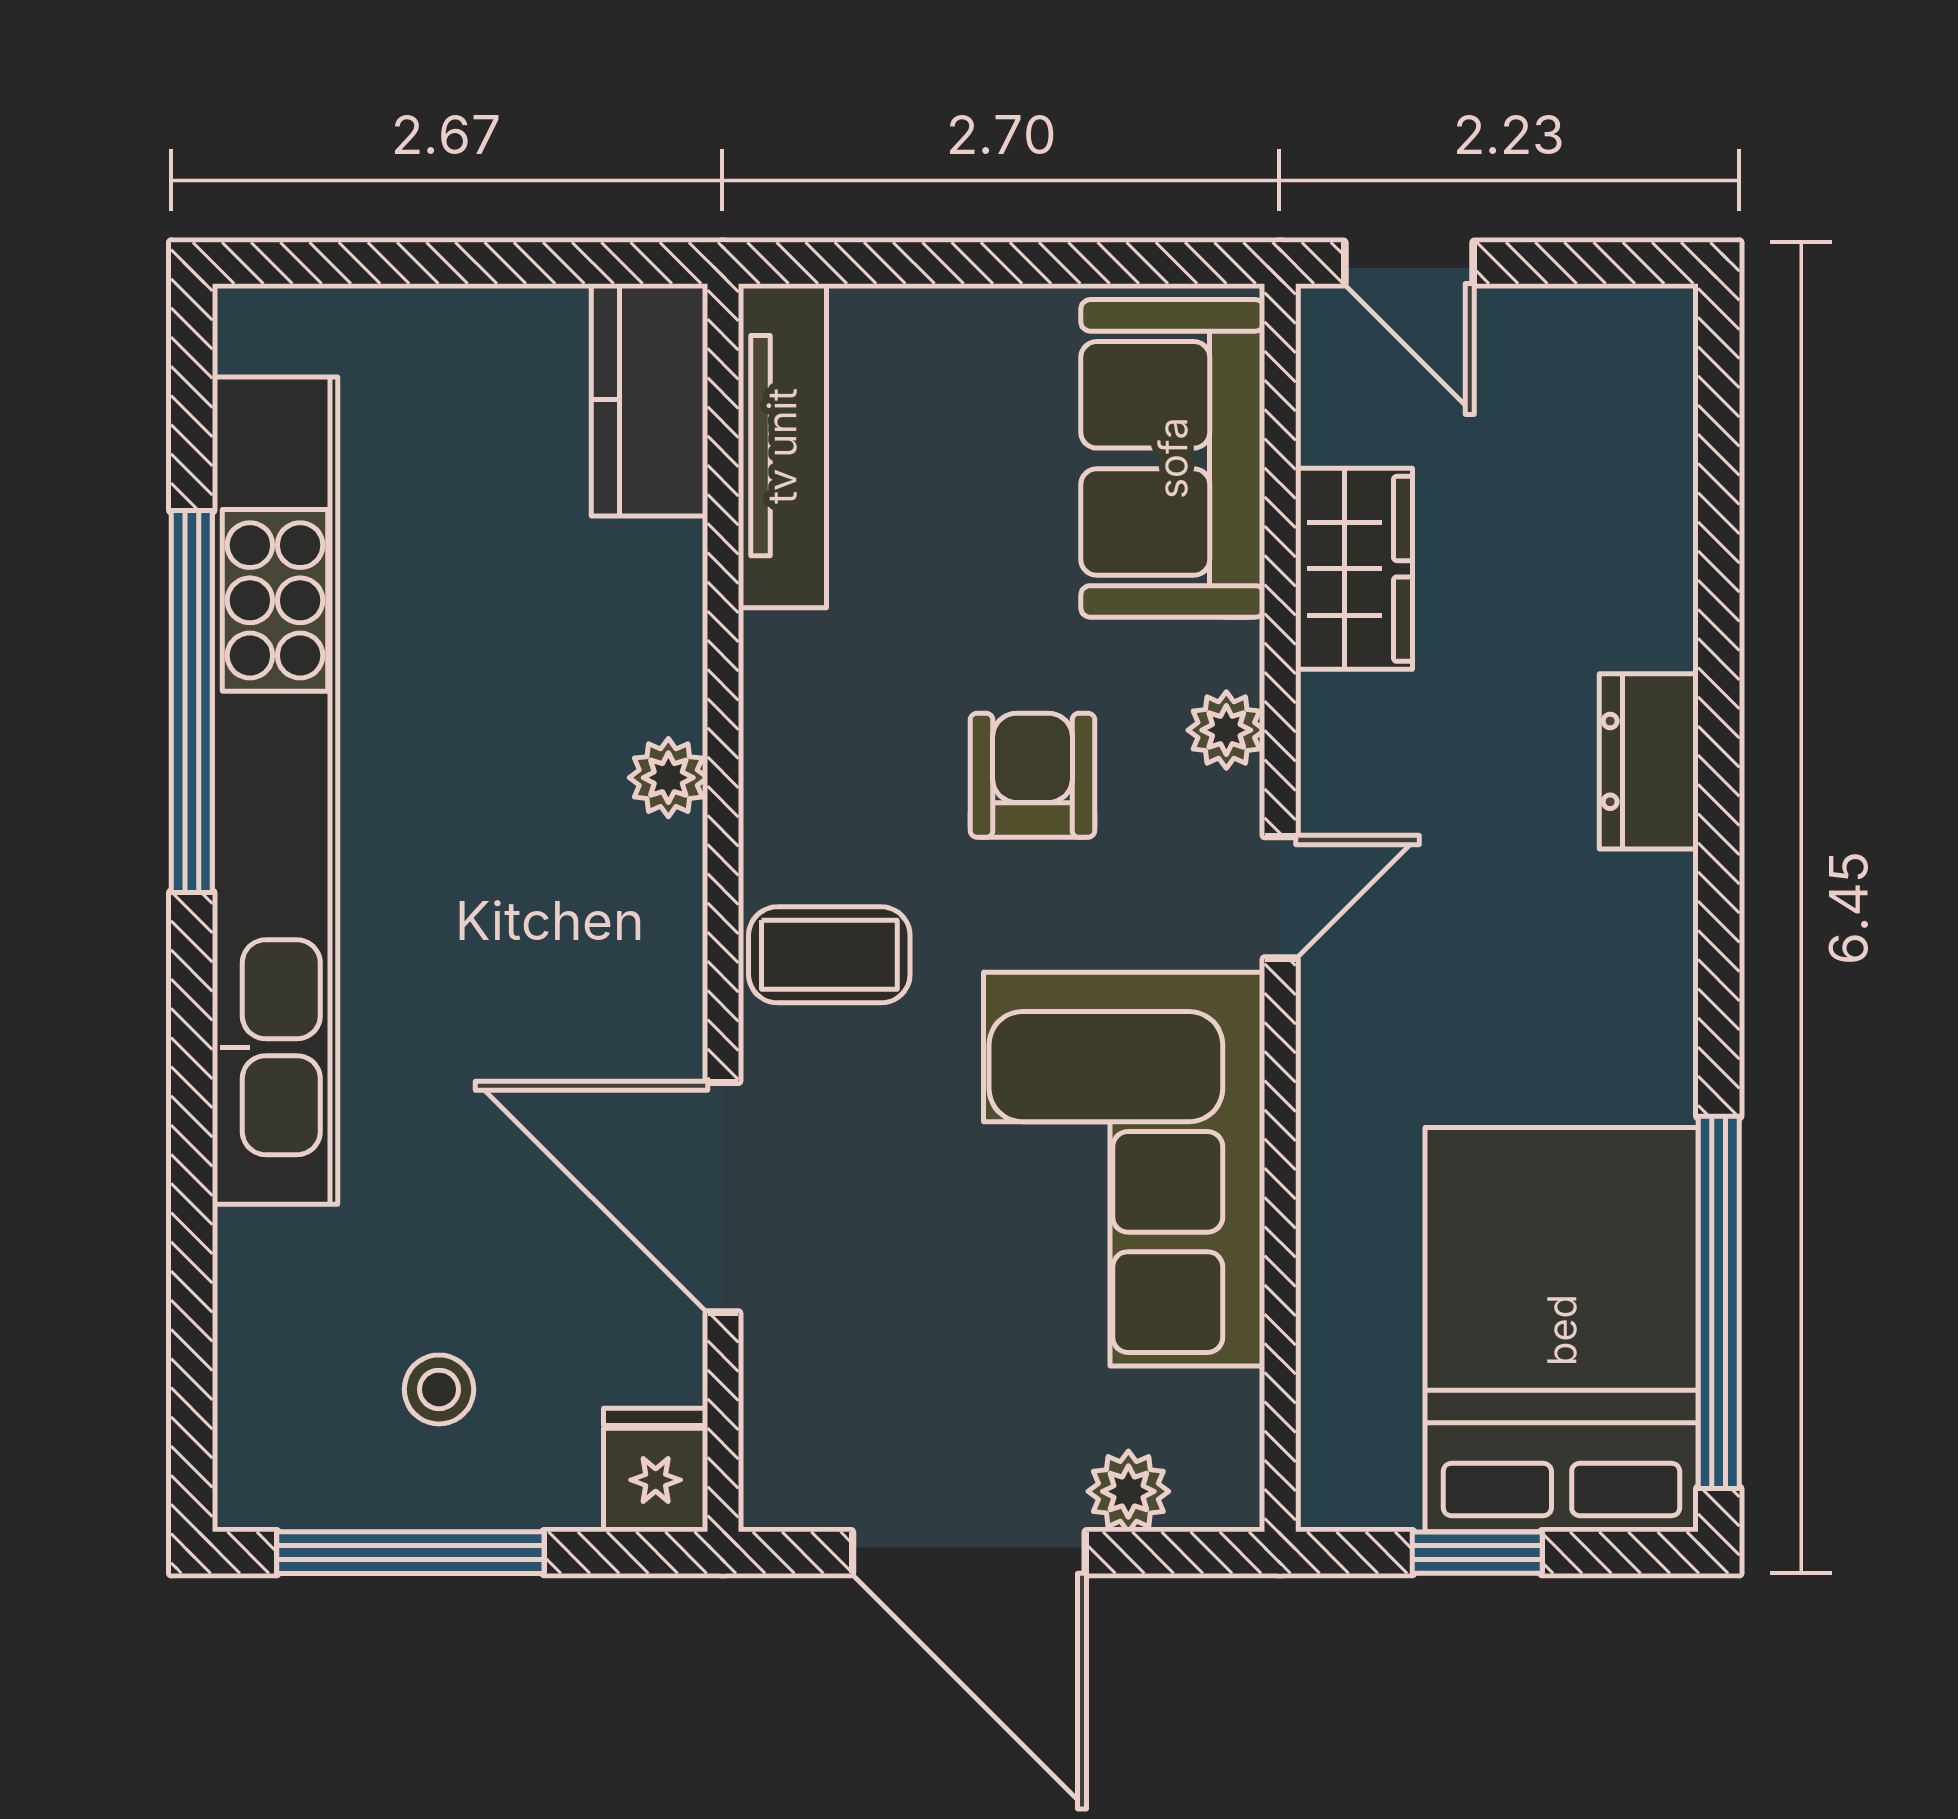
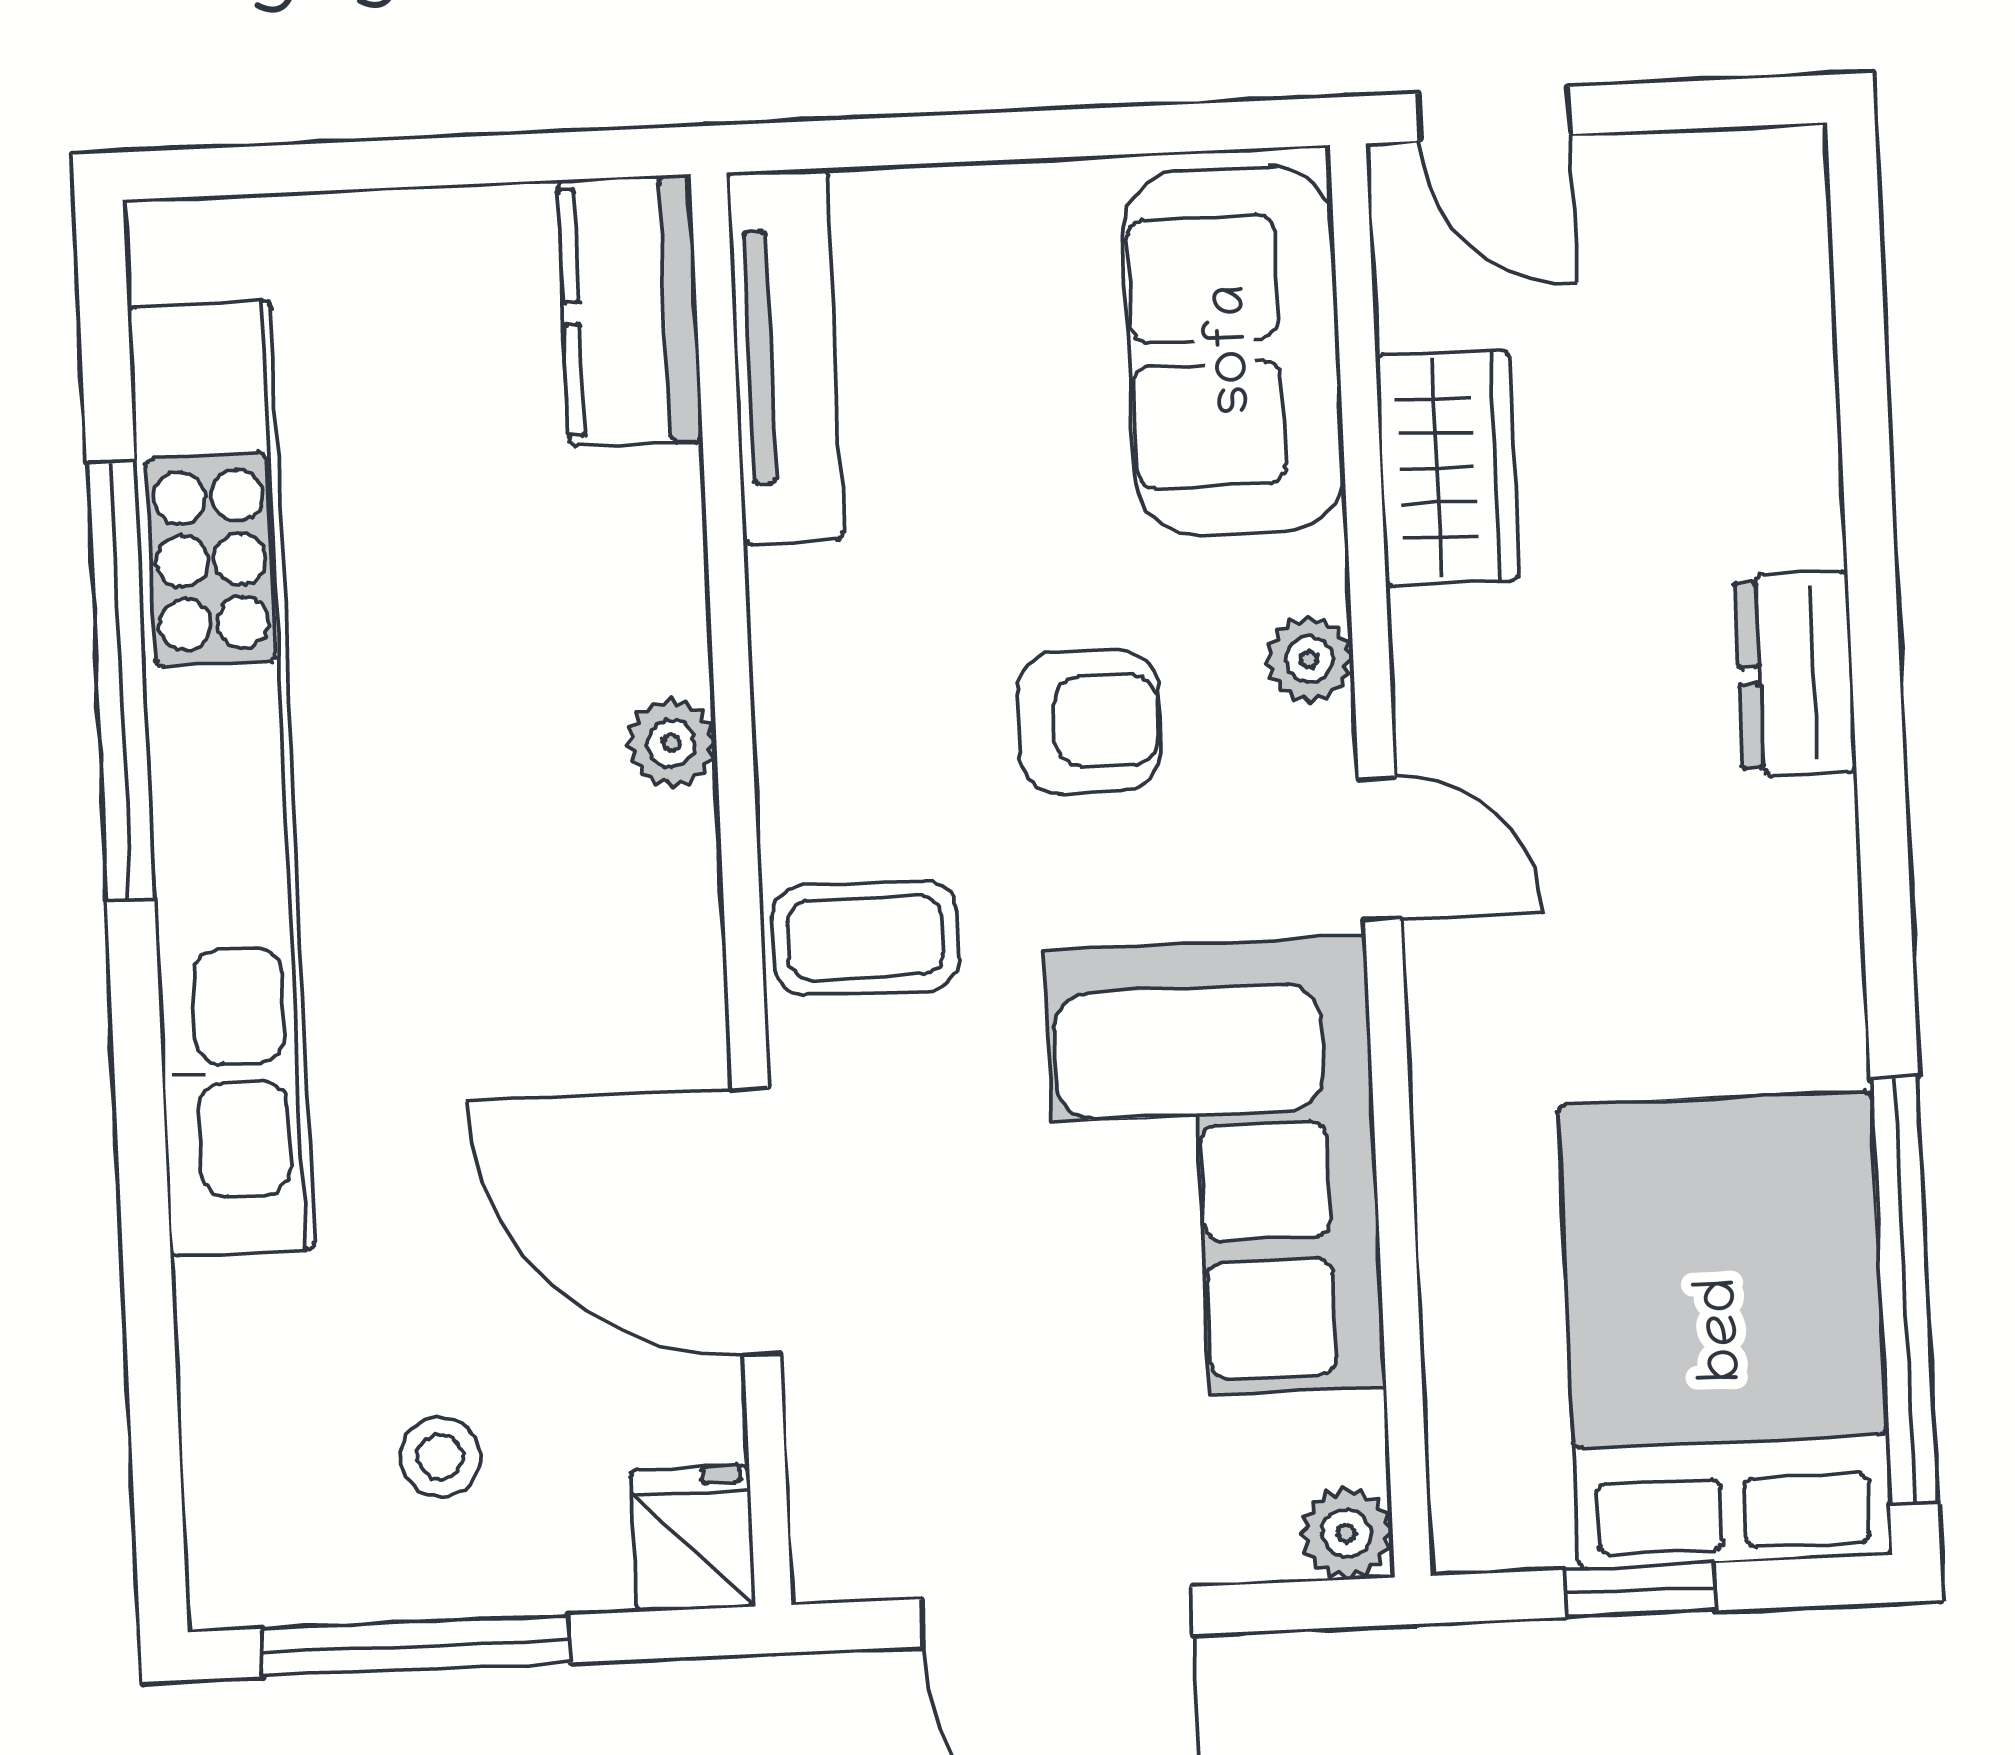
armchair: (1033, 775) -> (1089, 721), turned 90
door: (1280, 897) -> (1380, 848), hinge flipped
plant: (1128, 1491) -> (1346, 1533), moved

